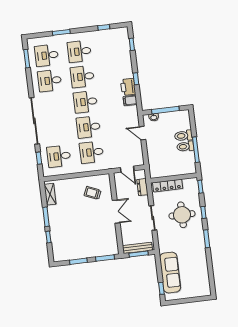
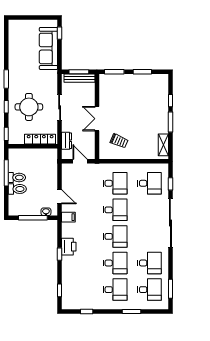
filing cabinet: (130, 101) -> (68, 217), moved

